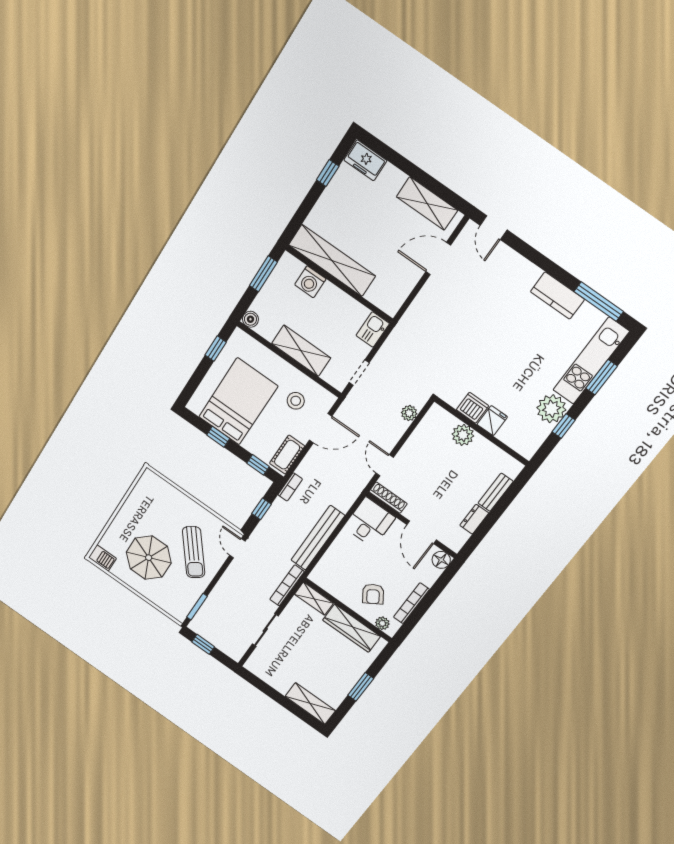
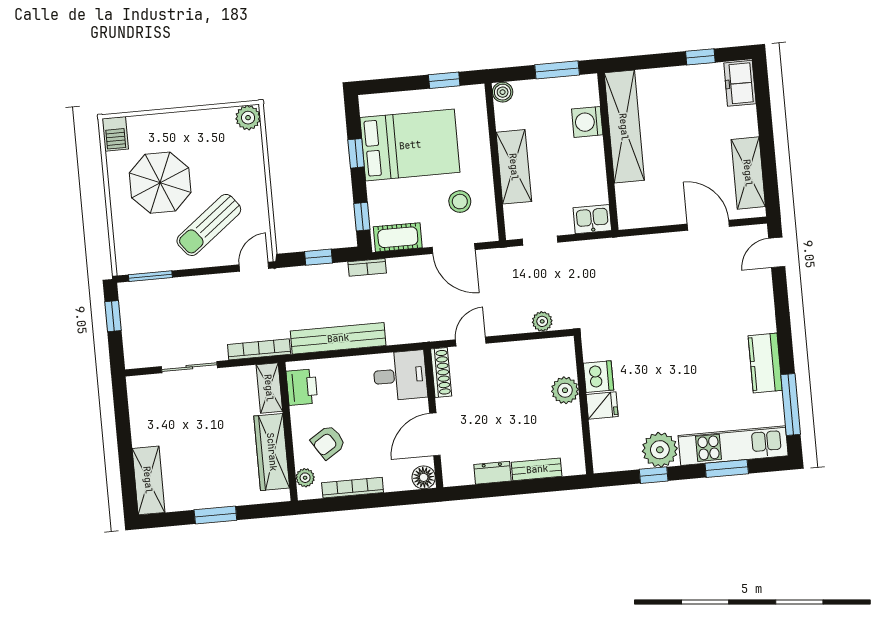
plant: (149, 480) -> (248, 118), added
printer: (329, 581) -> (302, 387), added

